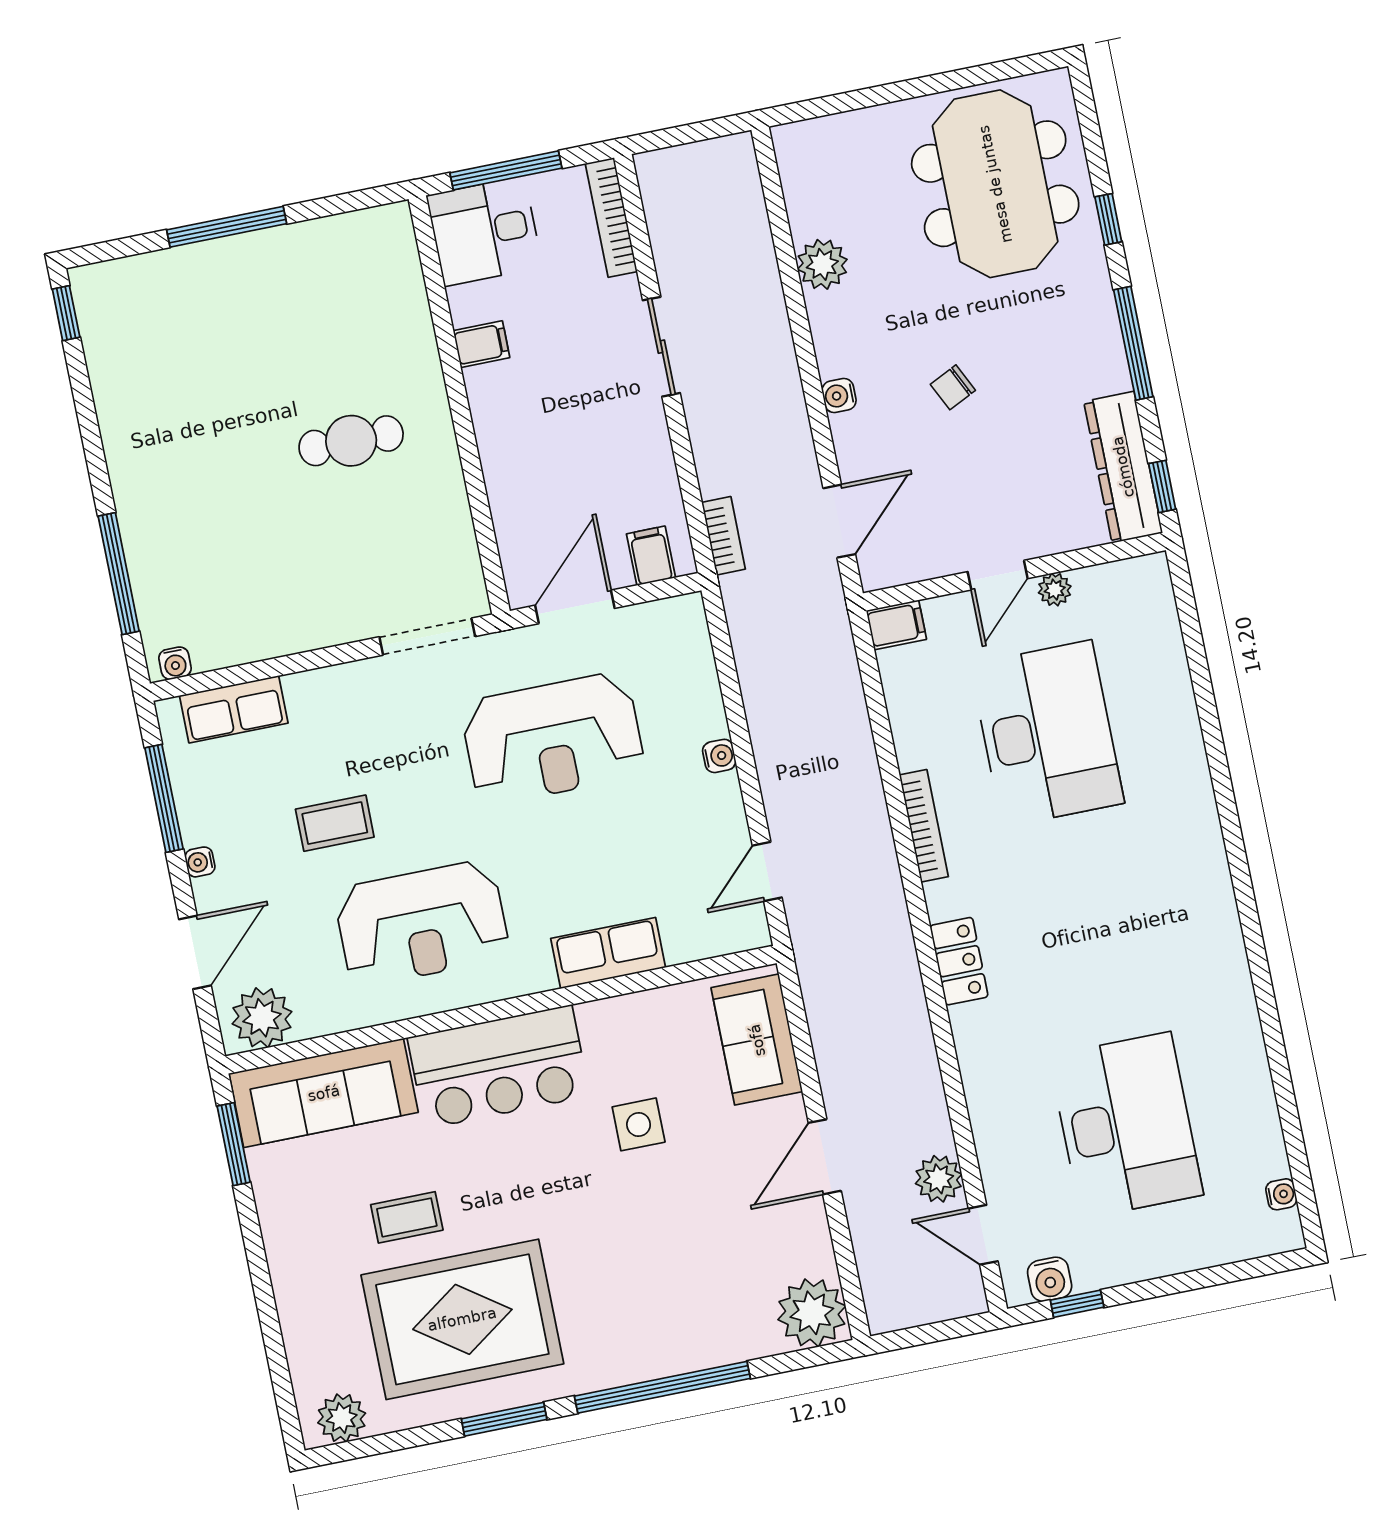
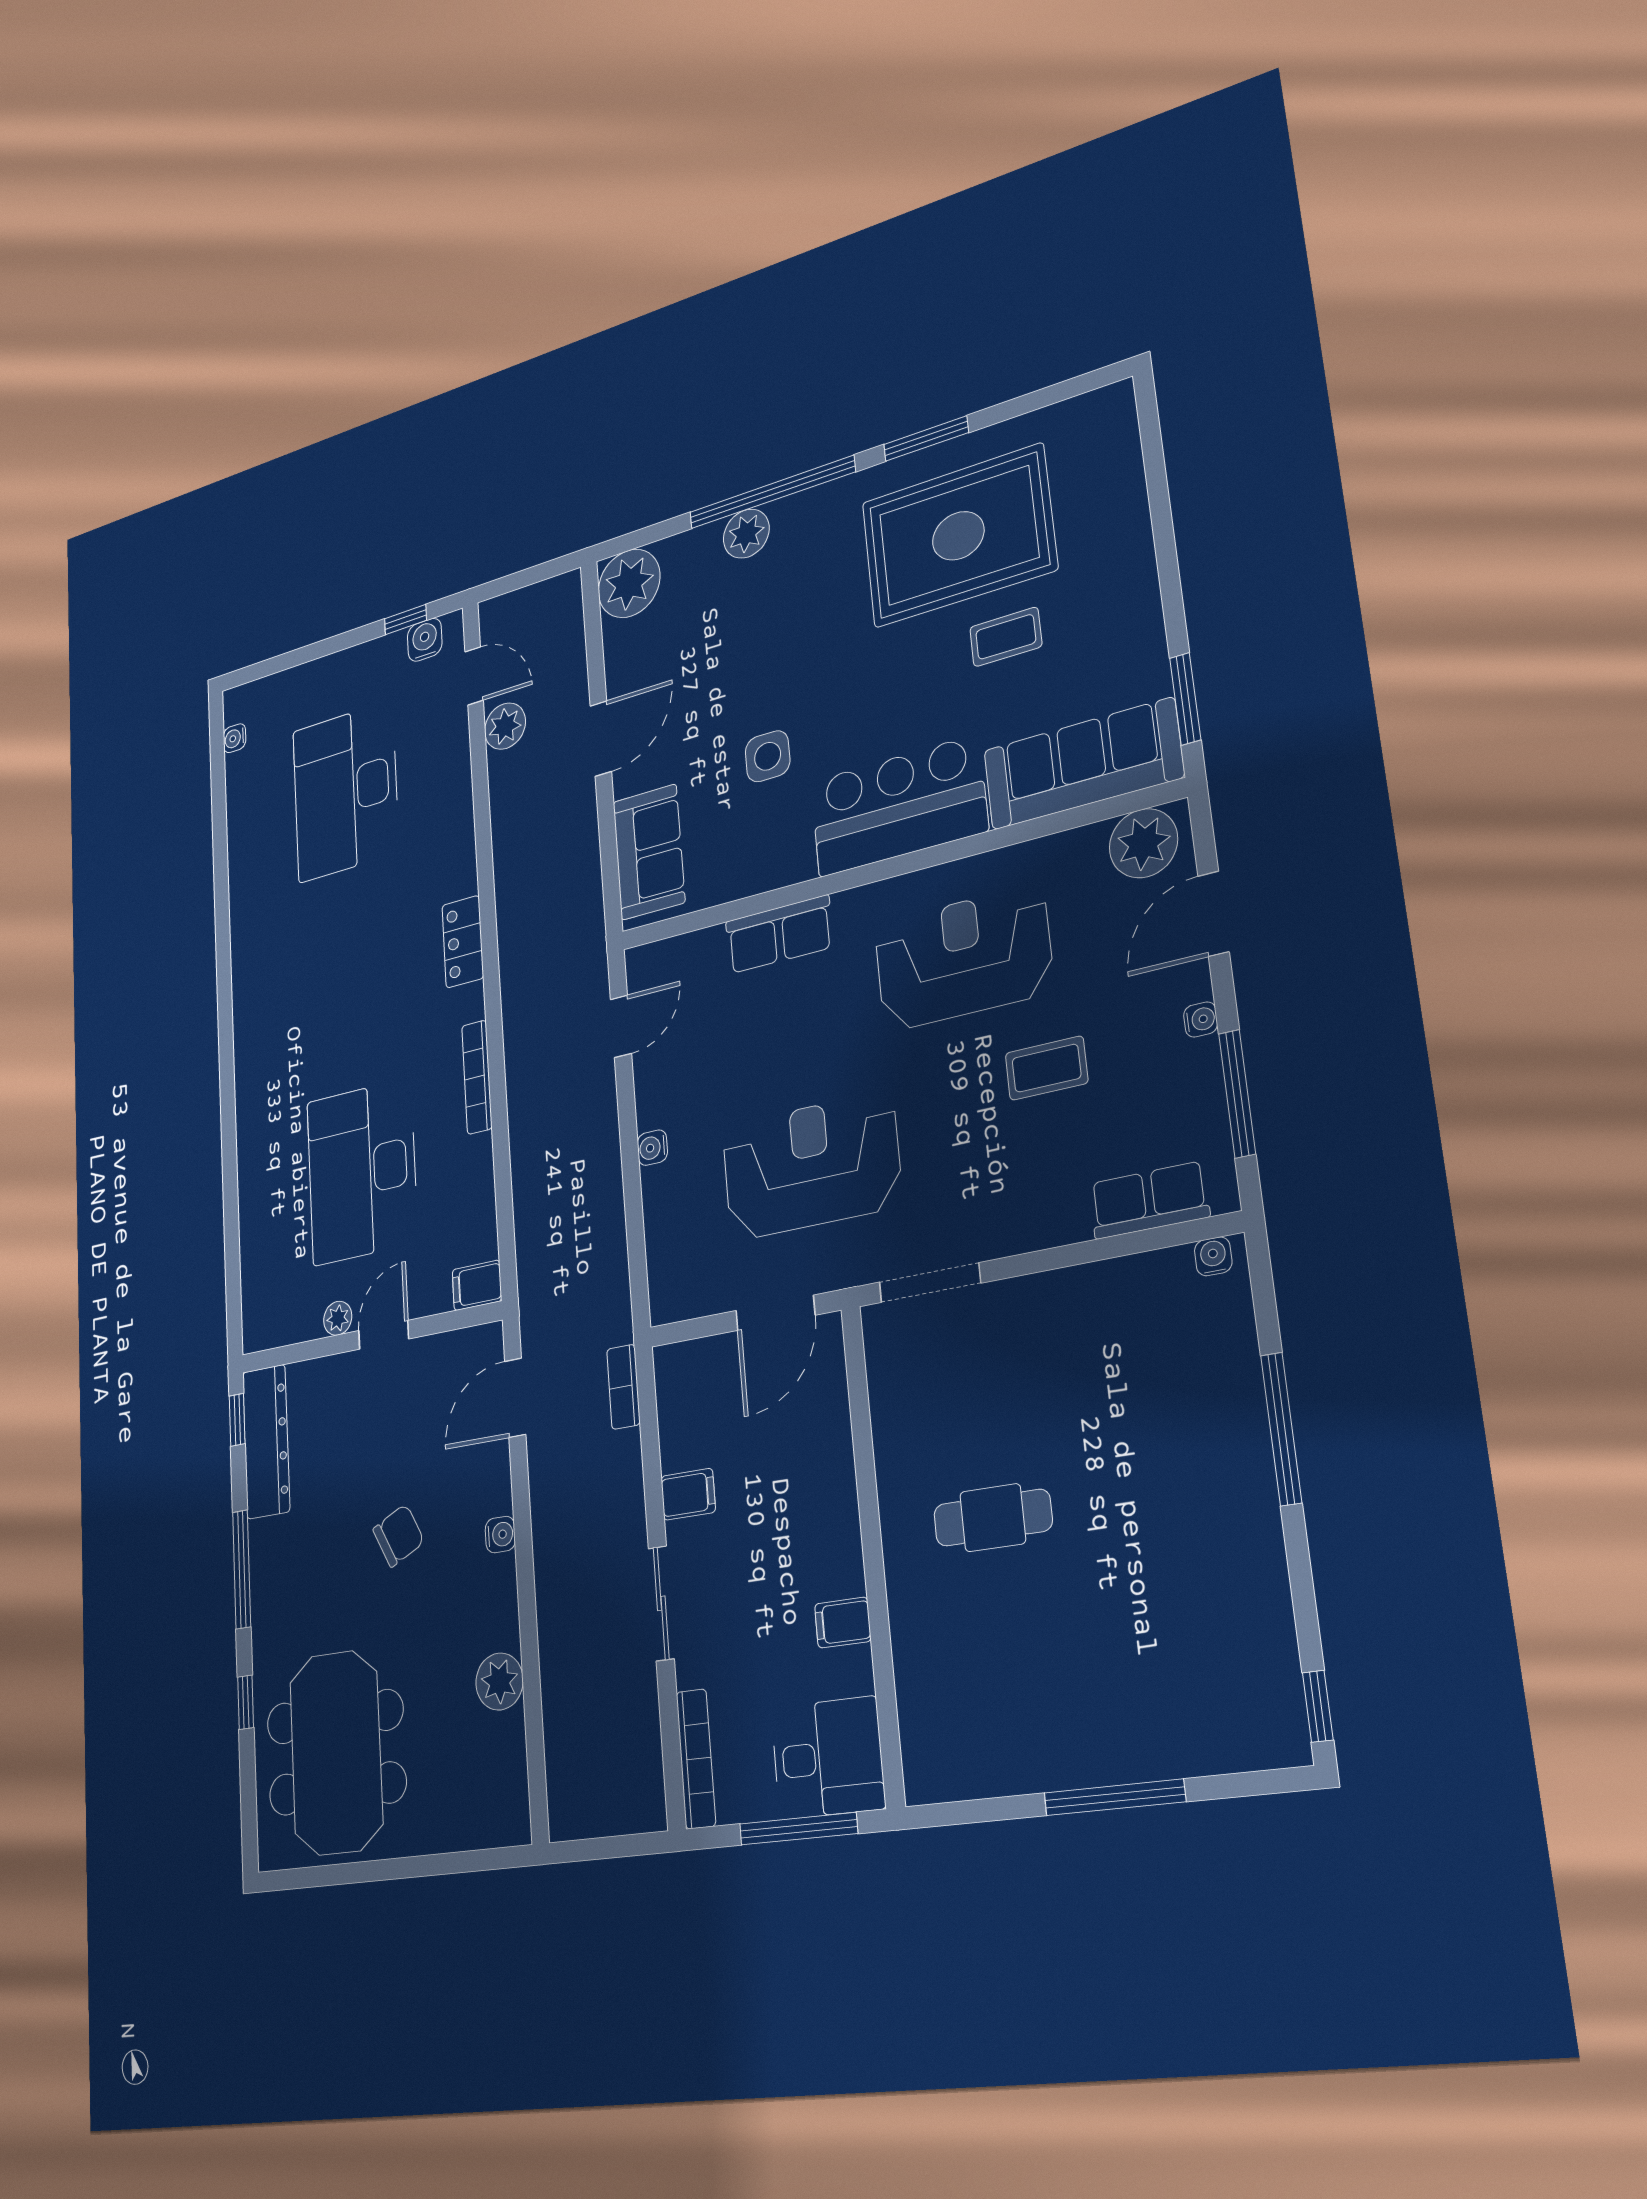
chair: (953, 387) -> (398, 1535), width x1.37, depth x1.37
filing cabinet: (651, 556) -> (688, 1494), moved, turned -90
window: (119, 574) -> (1281, 1429), moved
plant: (342, 1418) -> (746, 534), moved

